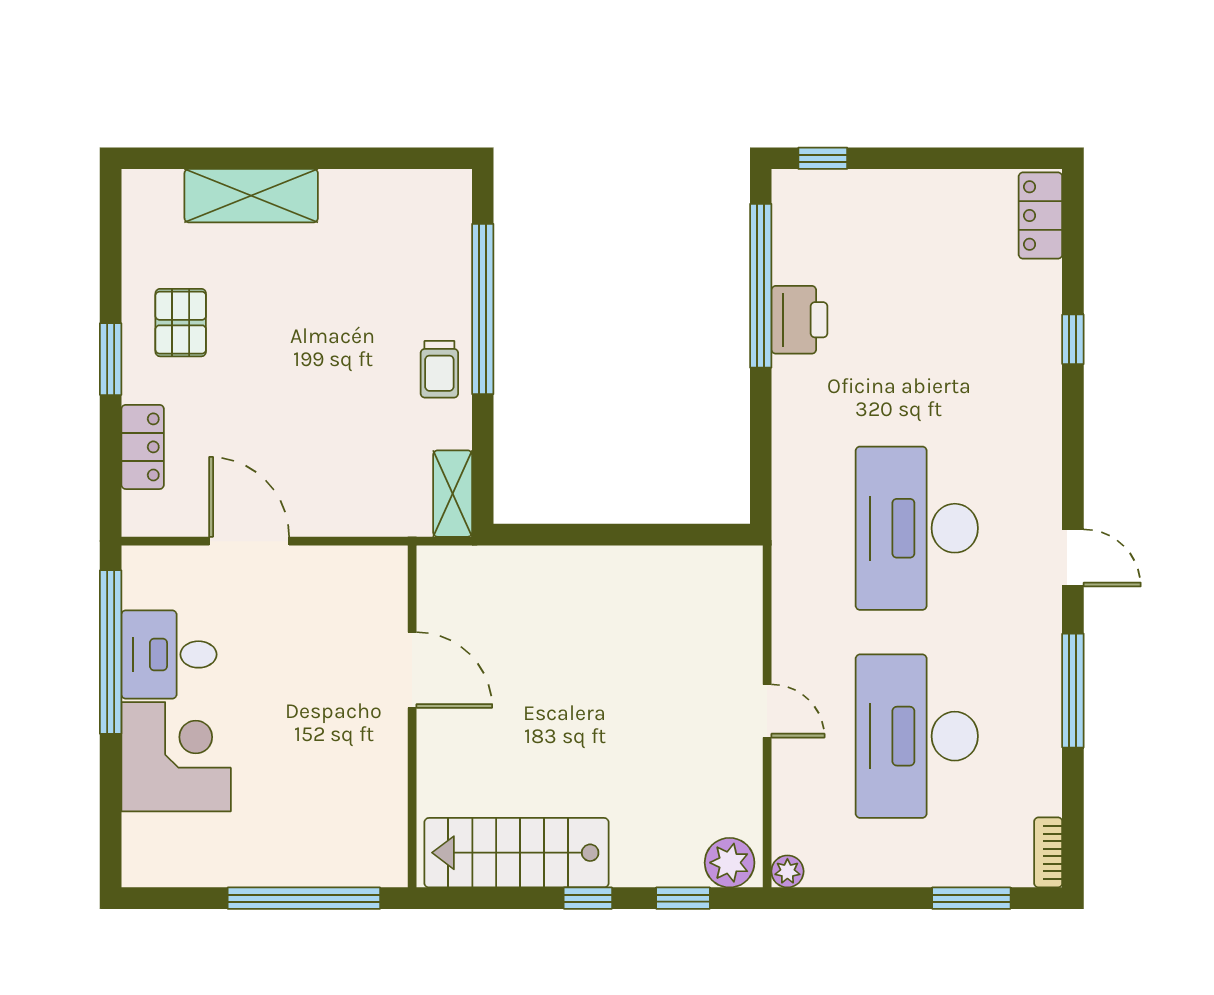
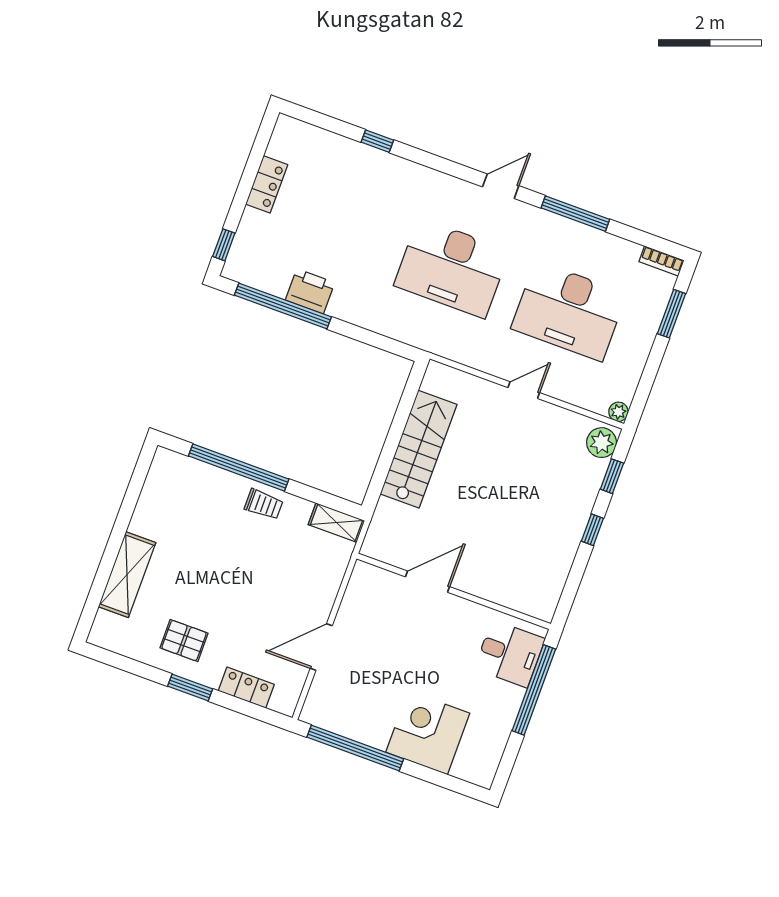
locker: (1040, 216) -> (267, 184), moved, turned -90
desk: (169, 654) -> (510, 654), moved, turned -90
stairs: (516, 853) -> (419, 449), moved, turned 180

